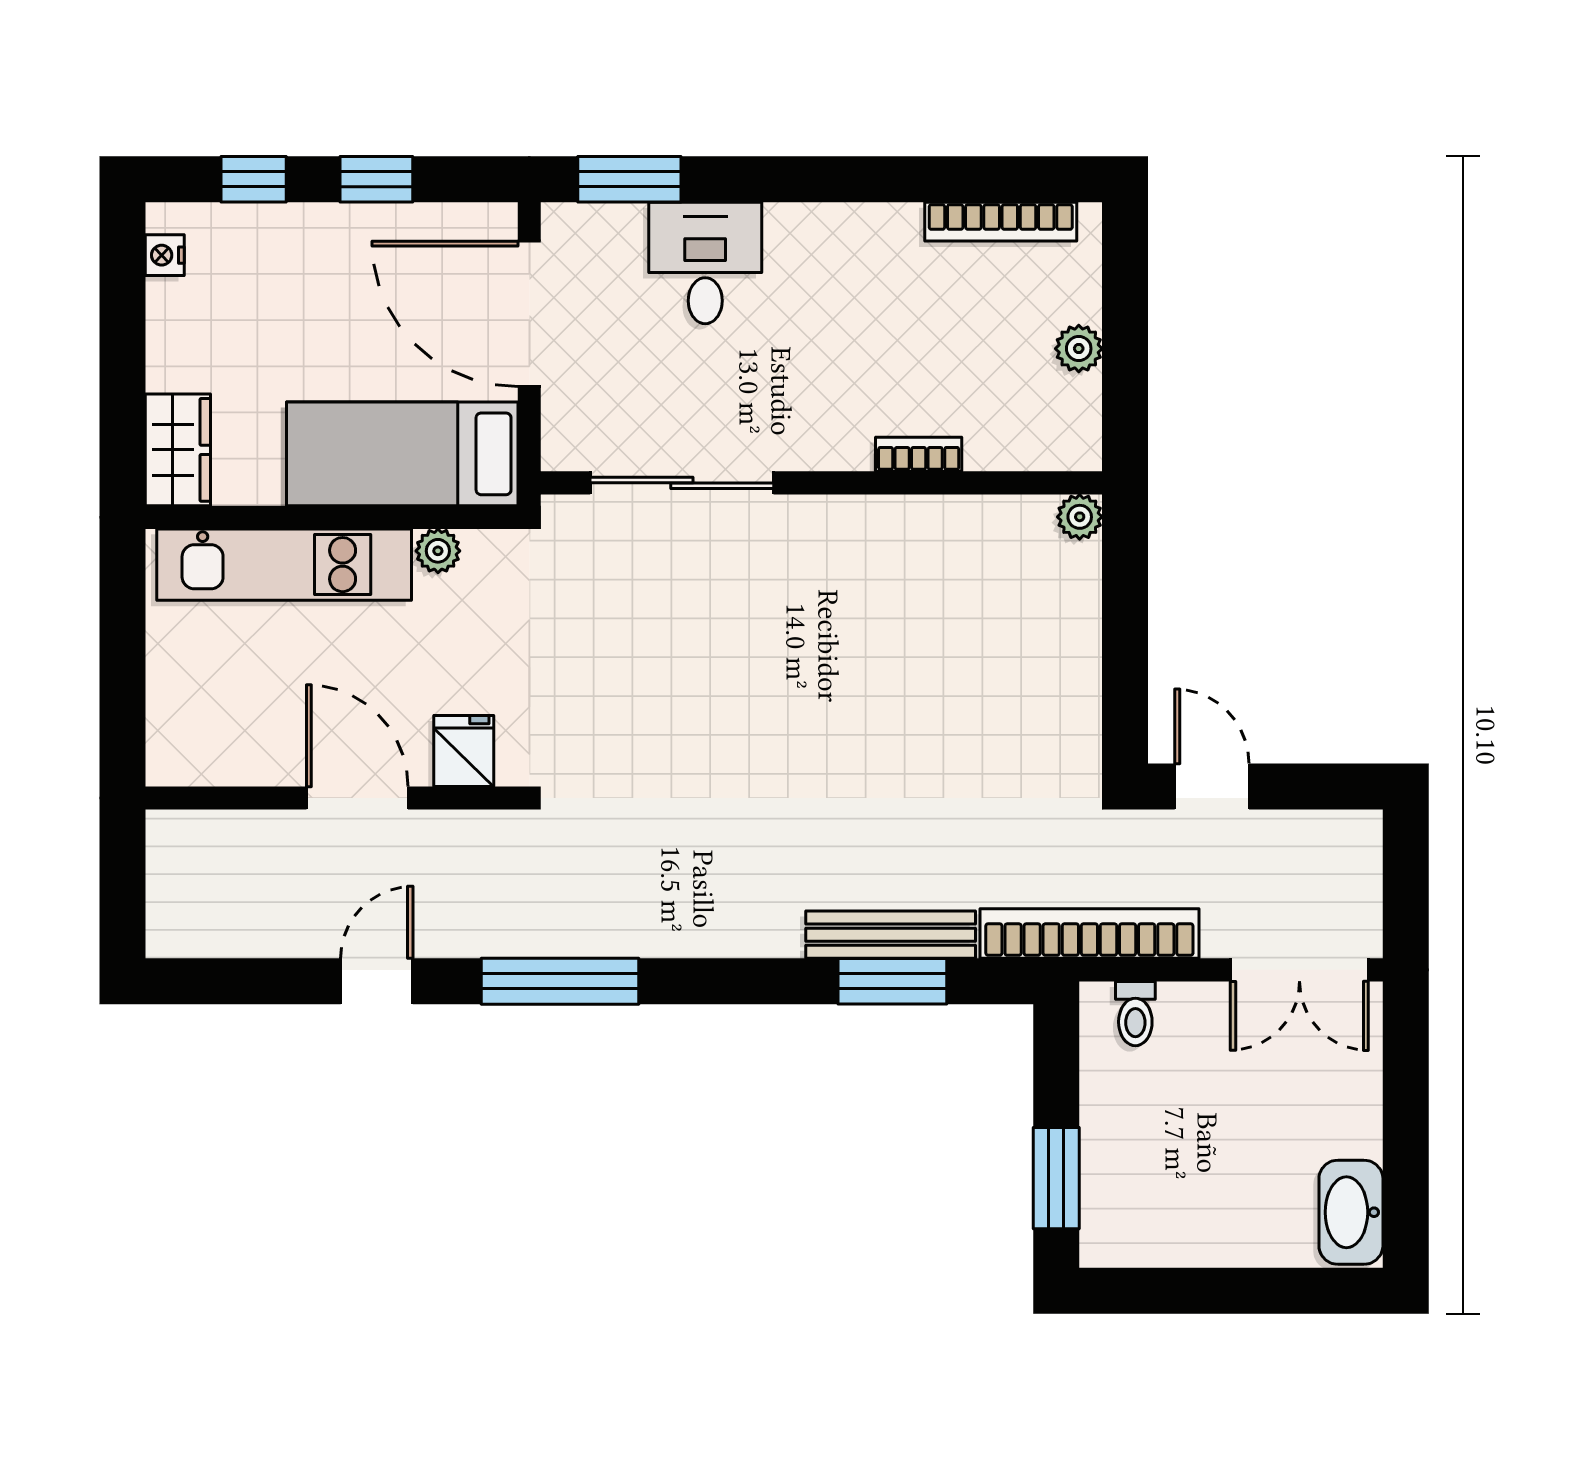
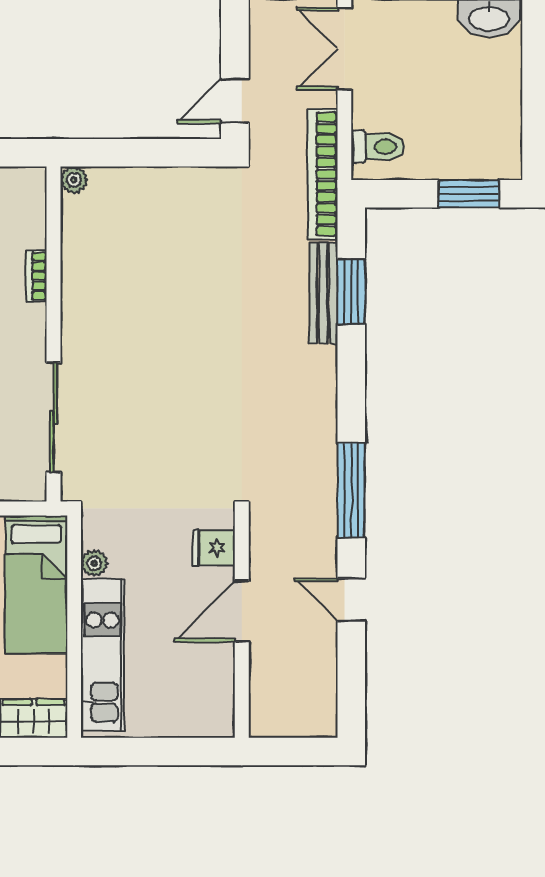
double door: (1299, 970) -> (344, 49), swing flipped
toilet: (1135, 1014) -> (378, 147), width x1.37, depth x1.39

